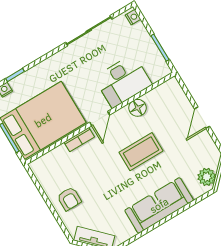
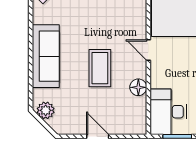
desk: (123, 81) -> (168, 112), moved
bookcase: (79, 140) -> (141, 23), removed

